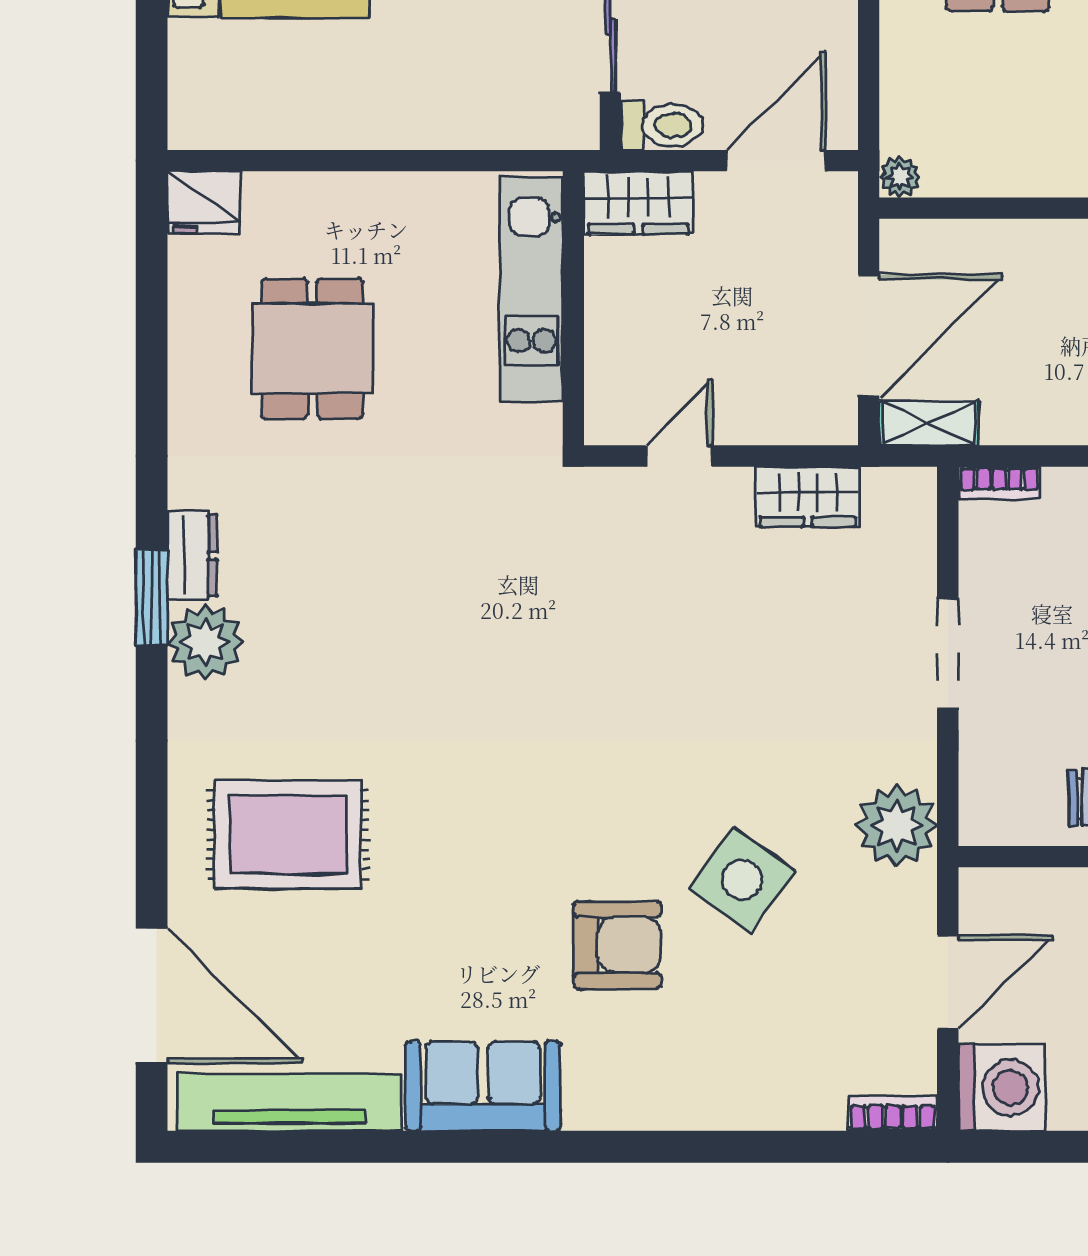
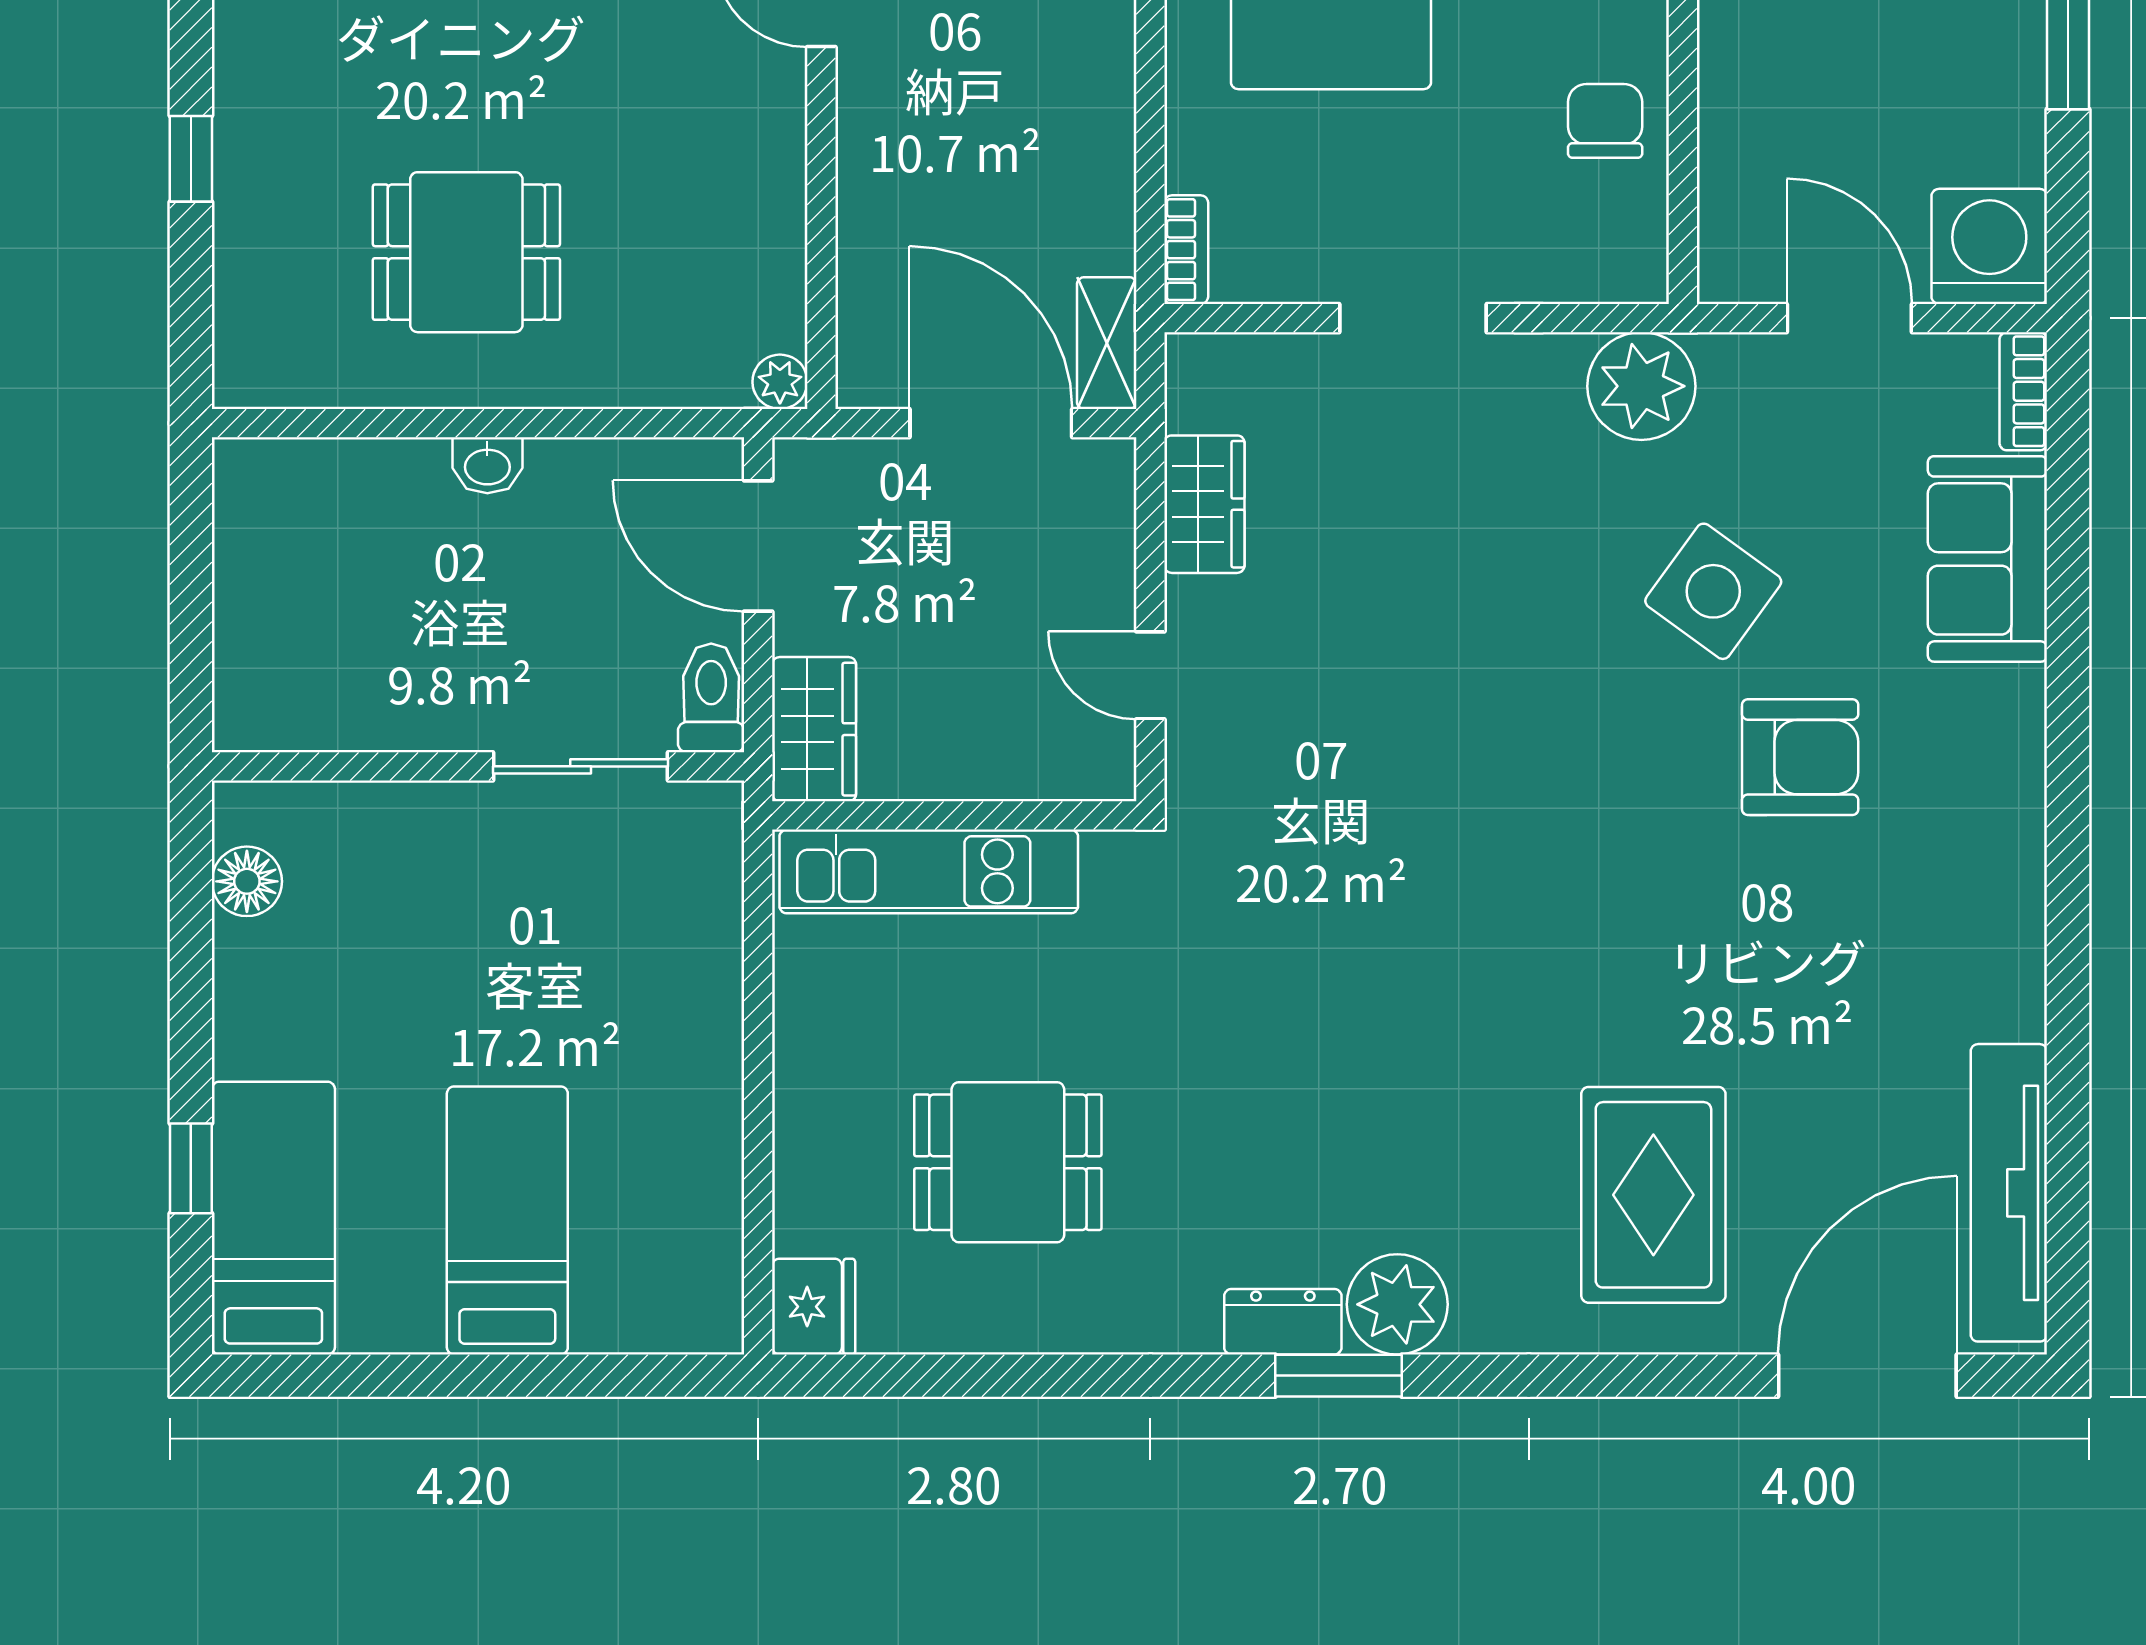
armchair: (617, 945) -> (1800, 757), turned 90
sofa: (483, 1086) -> (1987, 559), moved

